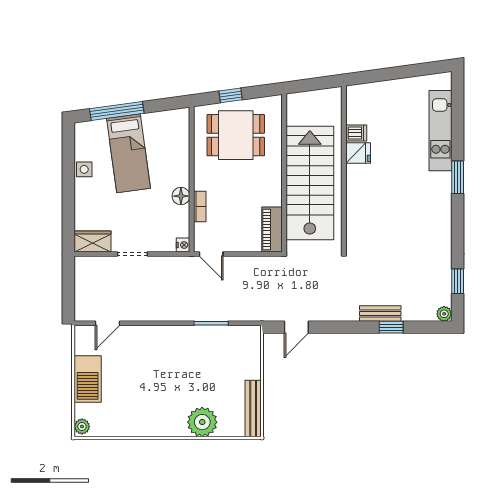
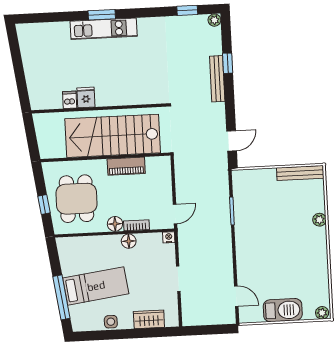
kitchen unit: (440, 131) -> (104, 29), moved
floor lamp: (203, 180) -> (115, 224), added
piano: (272, 229) -> (126, 166), moved
wardrobe: (92, 241) -> (149, 319), moved, turned 90
bench: (380, 314) -> (217, 79), width x1.36
door: (296, 327) -> (232, 141), hinge flipped
plant: (202, 422) -> (319, 220), width x0.53, depth x0.53

